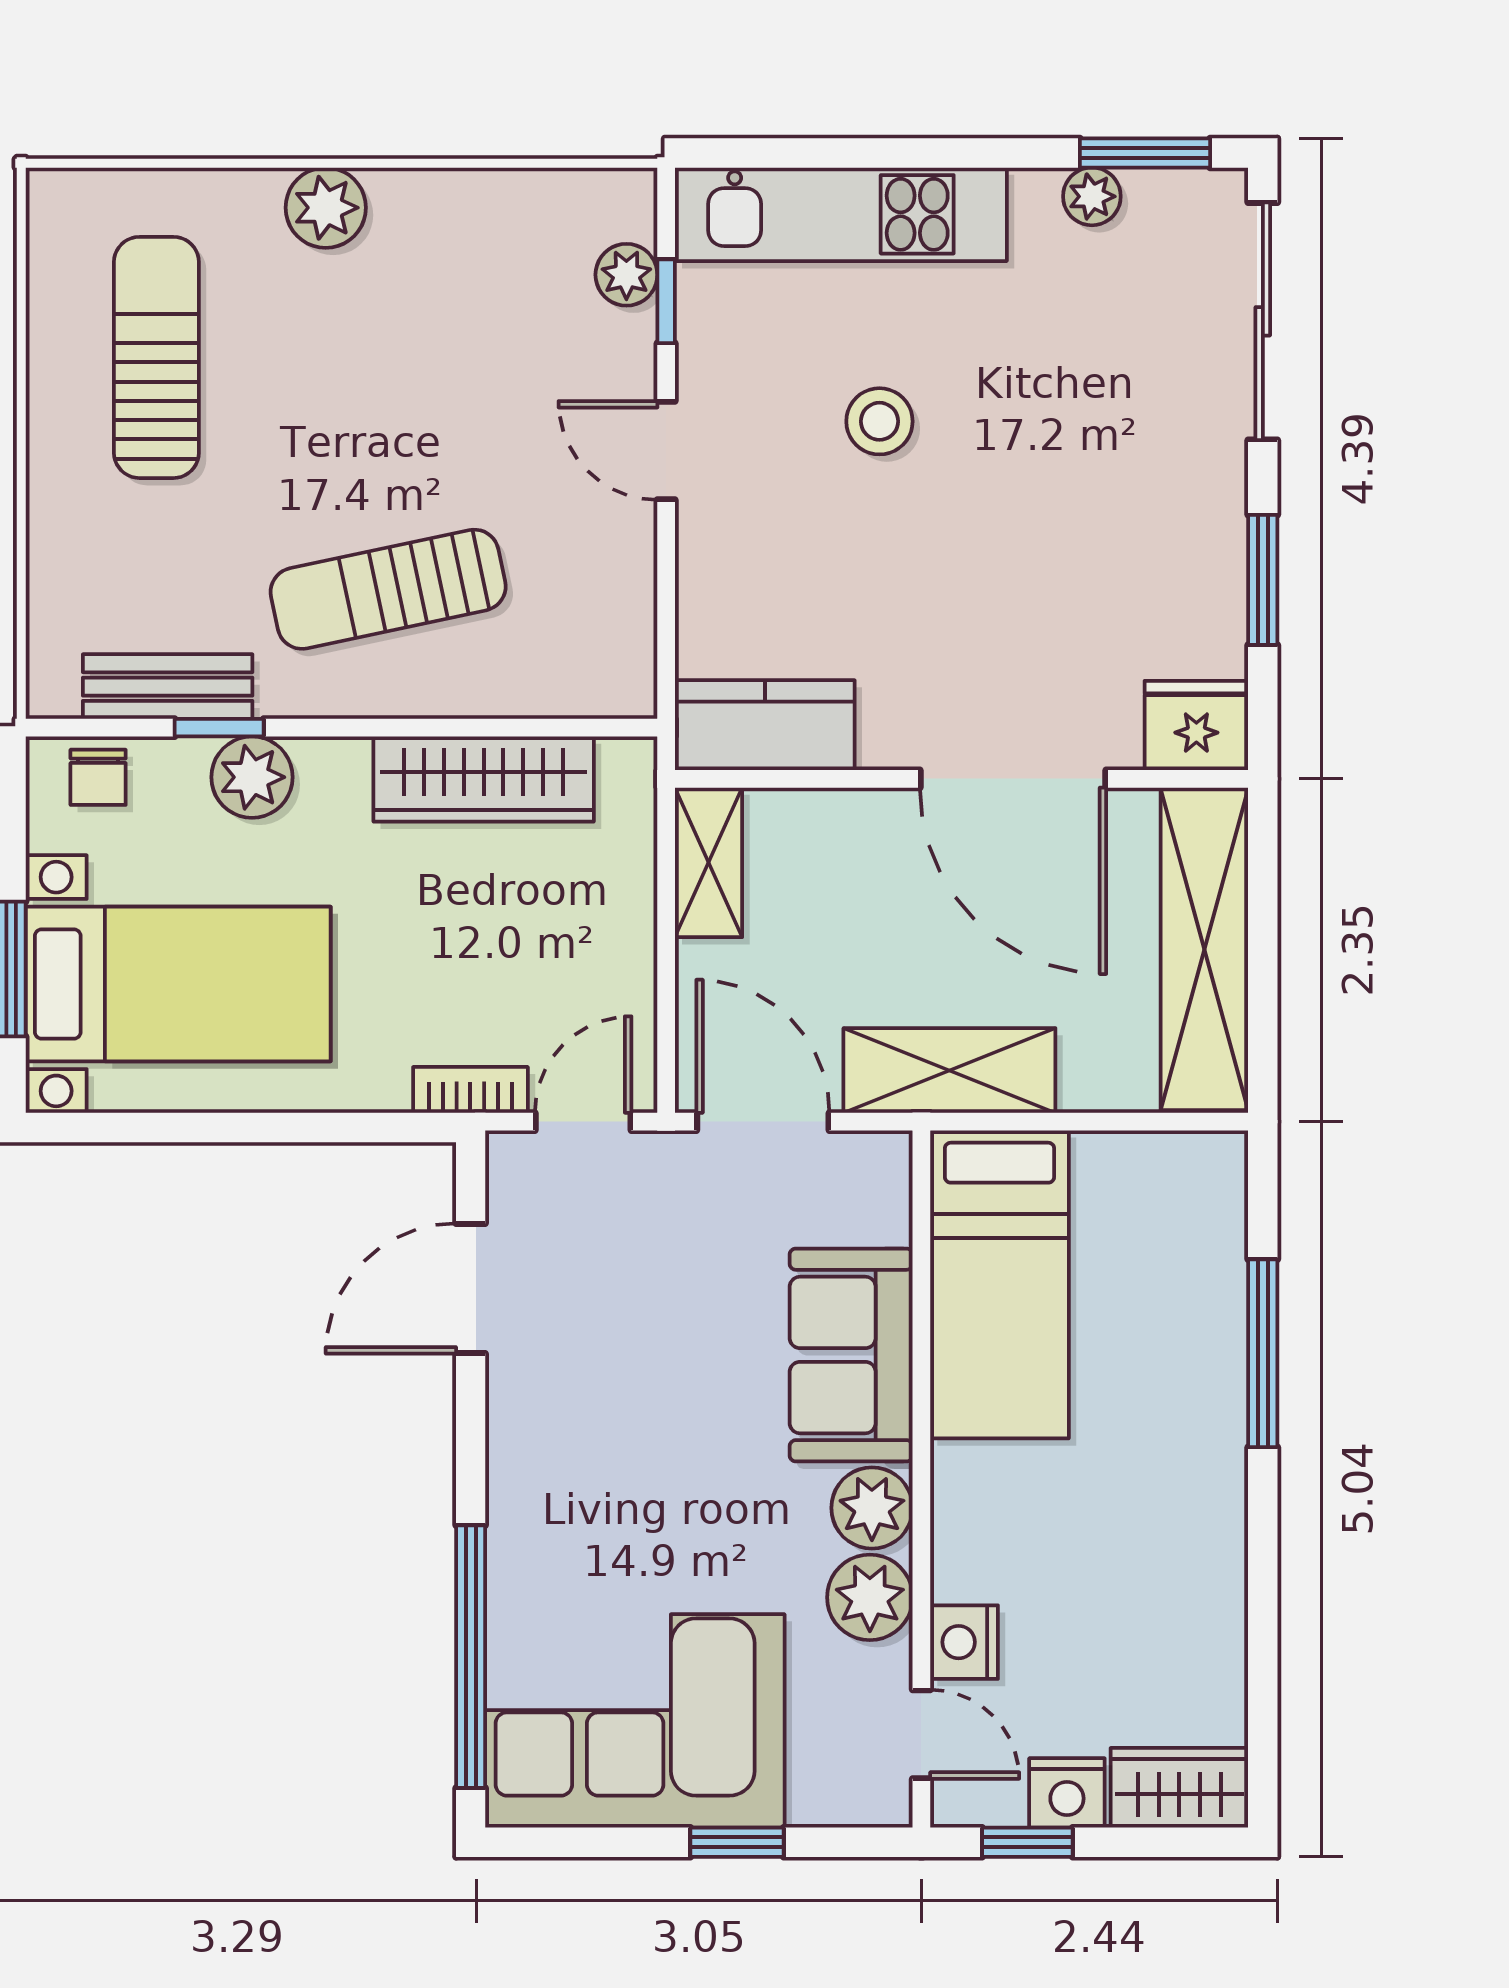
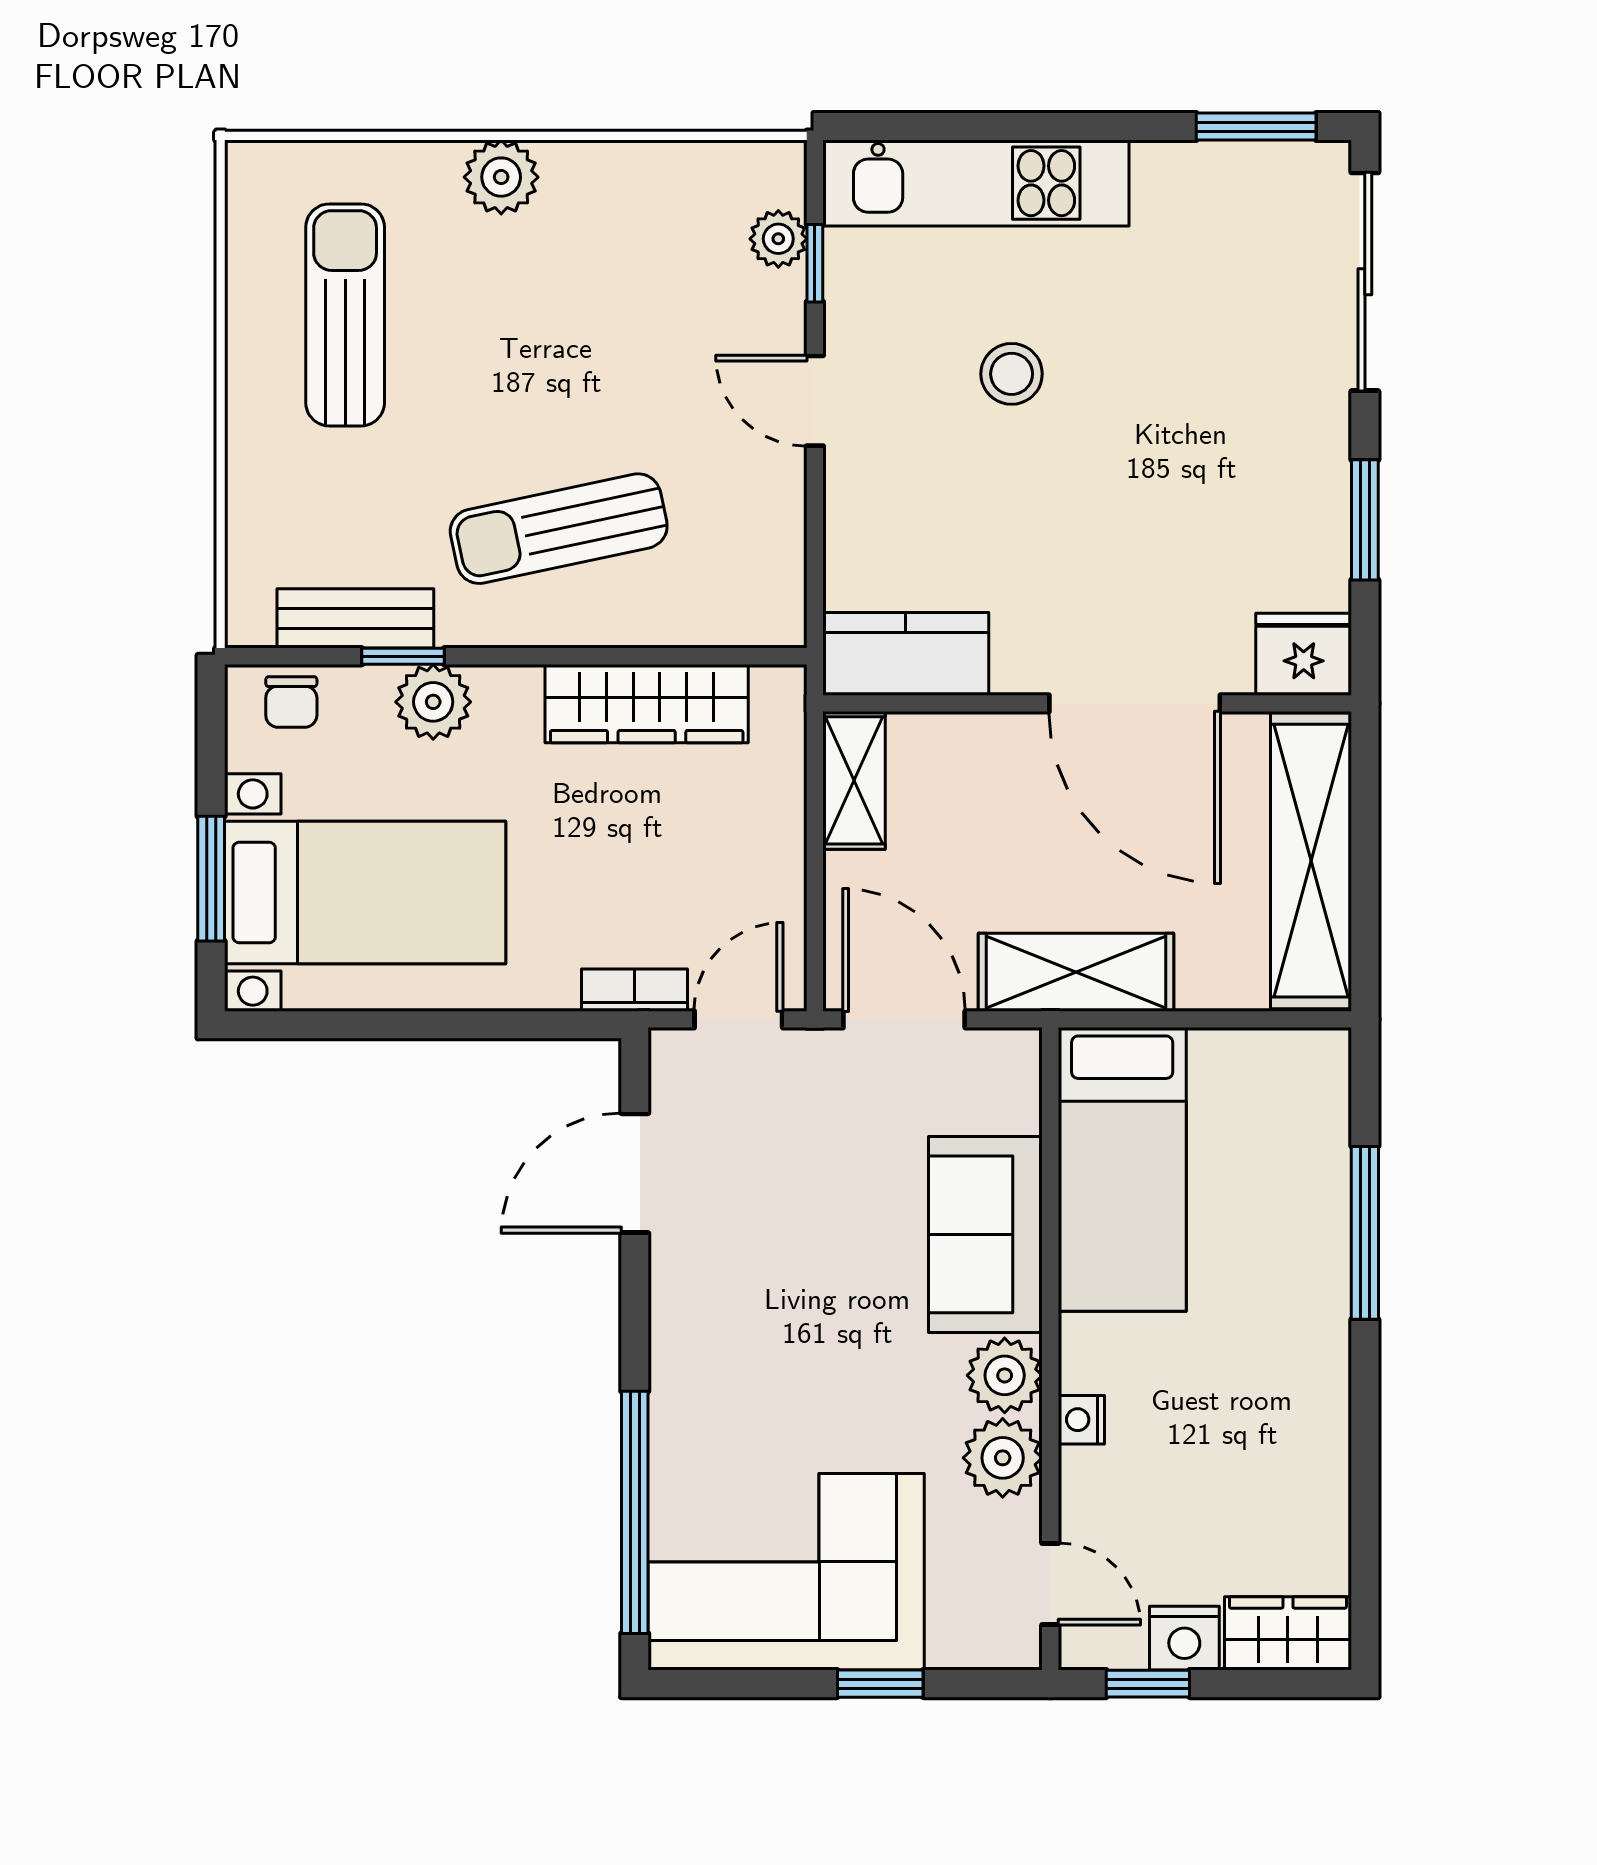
plant: (1092, 196) -> (1207, 167), removed
nightstand: (964, 1642) -> (1081, 1420), moved, width x0.72, depth x0.74

